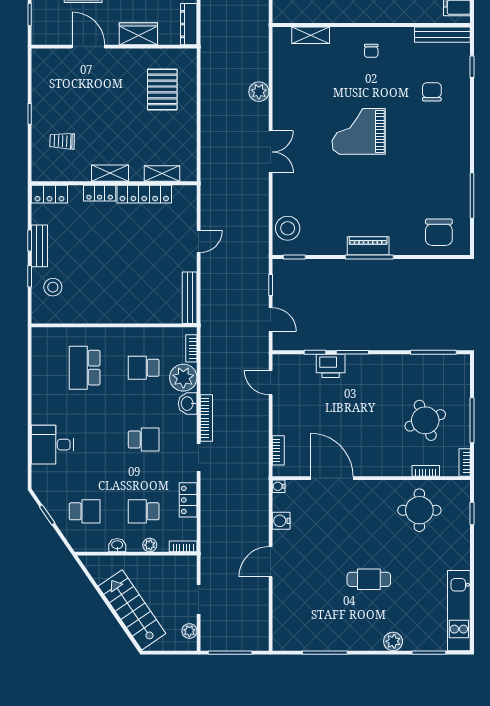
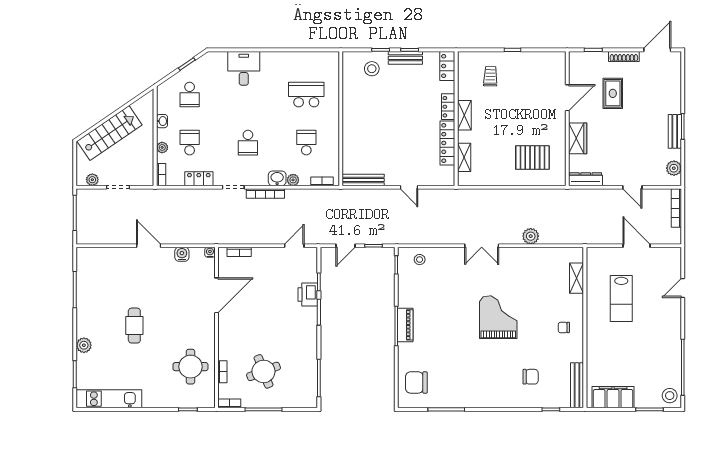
stool: (288, 228) -> (420, 260), width x0.53, depth x0.53
plant: (183, 378) -> (293, 180), width x0.53, depth x0.53

